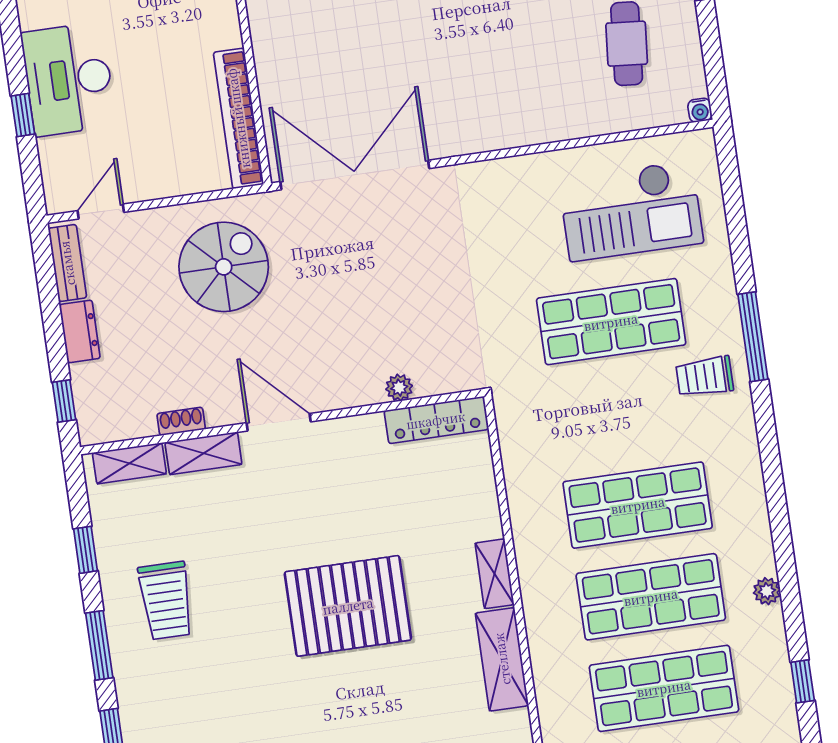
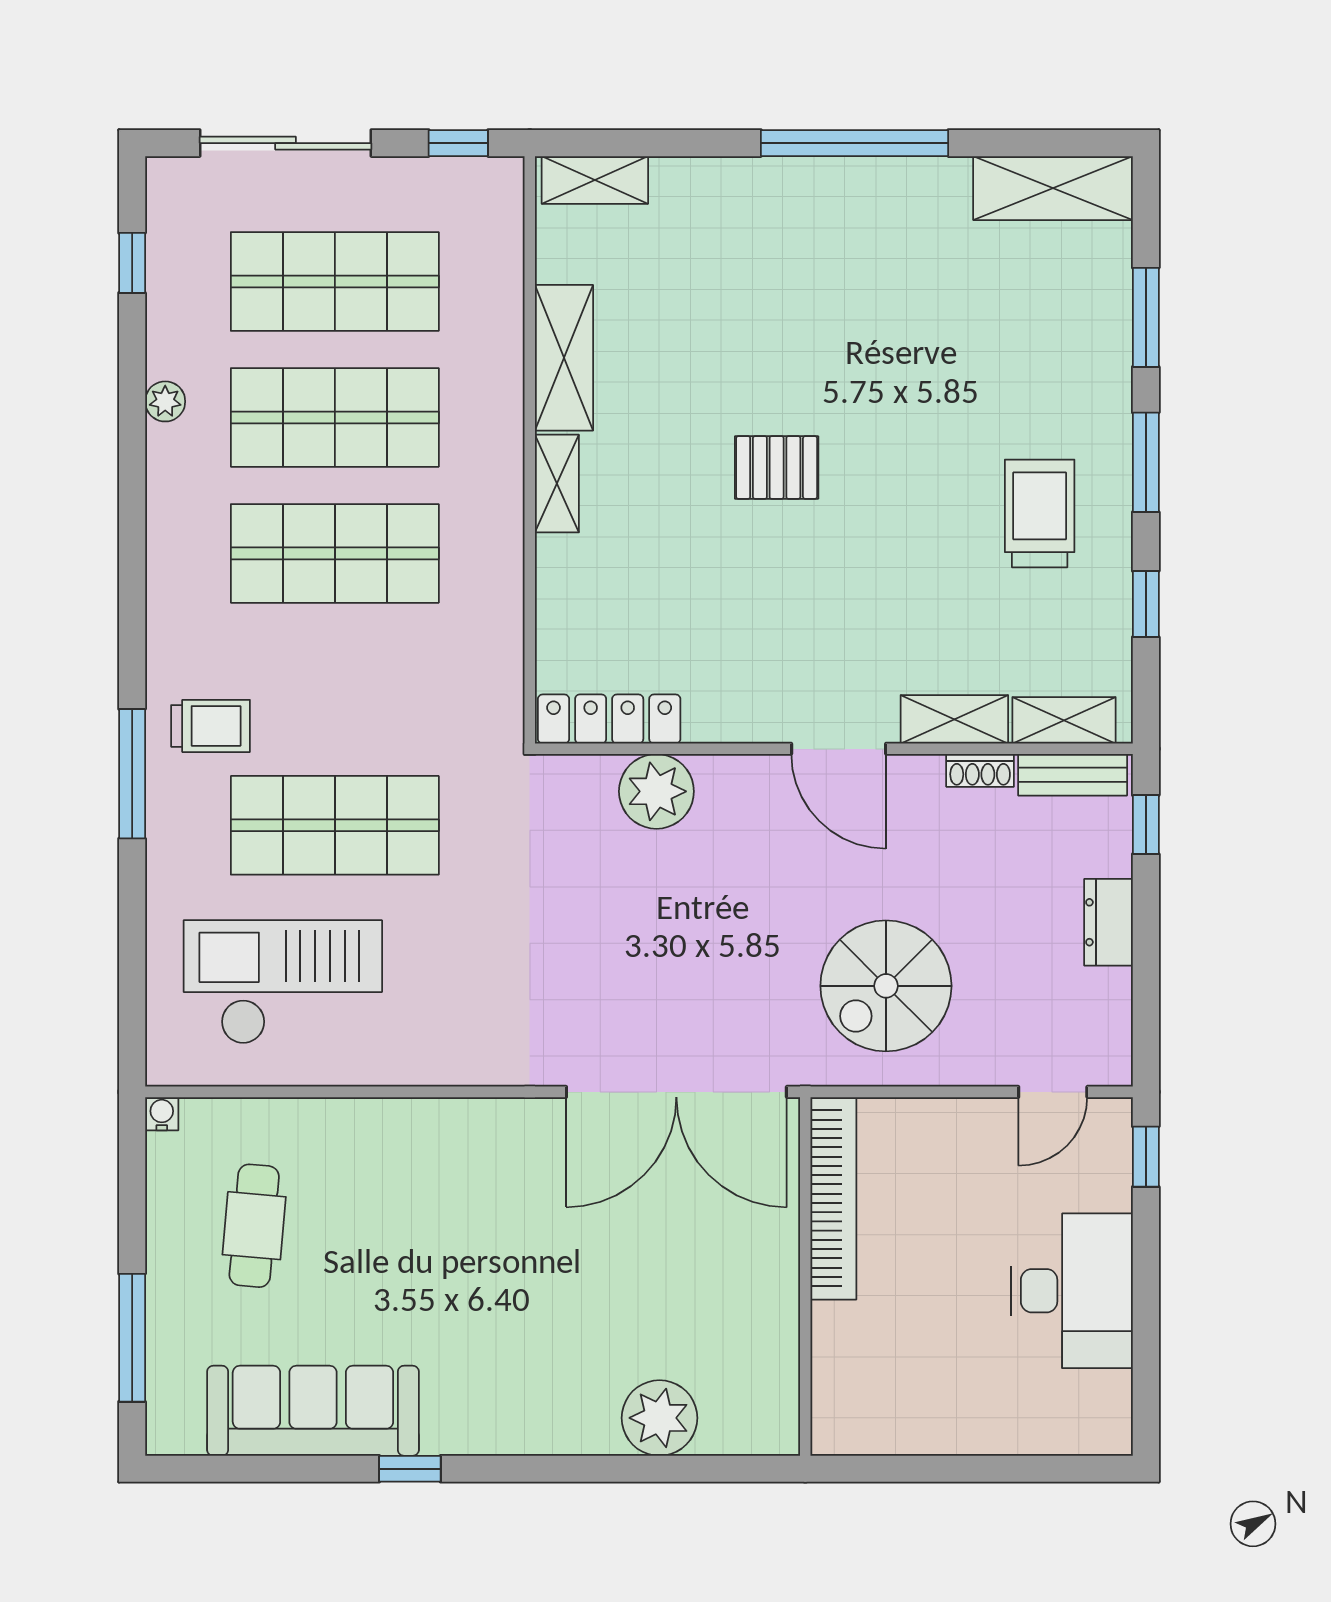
window: (23, 115) -> (1146, 1157), moved
bench: (67, 263) -> (1073, 775), moved, turned 90
plant: (399, 388) -> (656, 791), width x1.88, depth x1.88
pallet: (348, 606) -> (777, 467), width x0.49, depth x0.50

